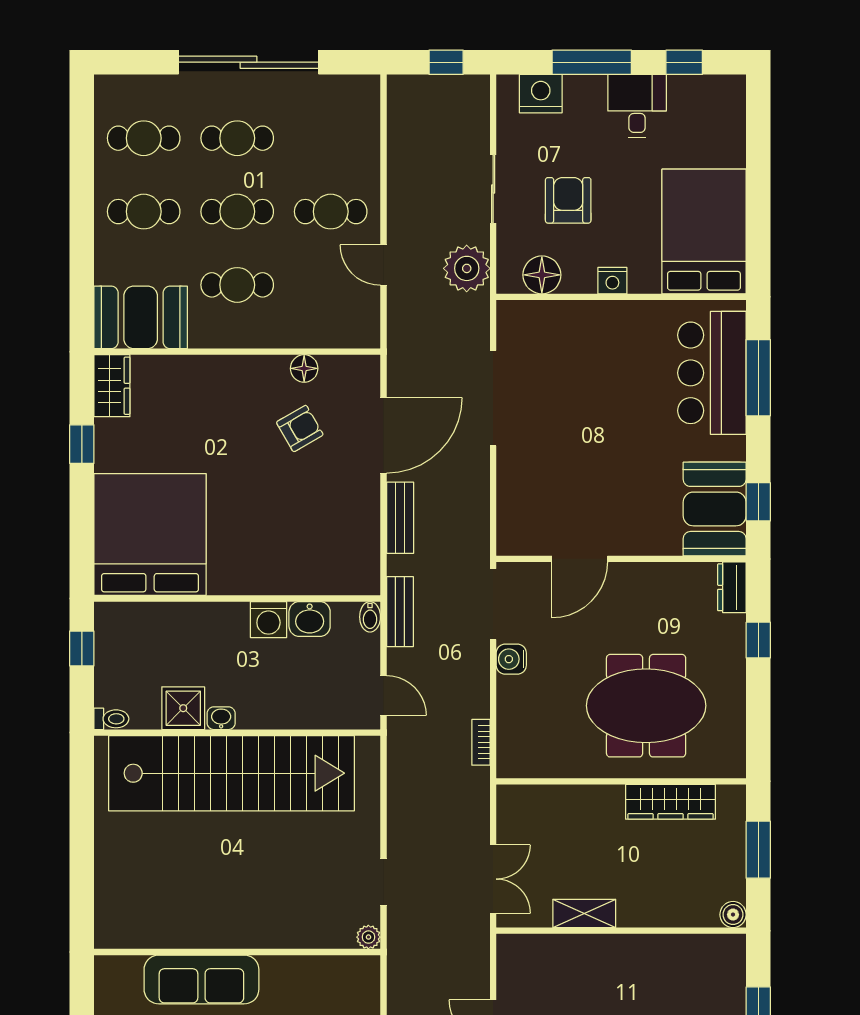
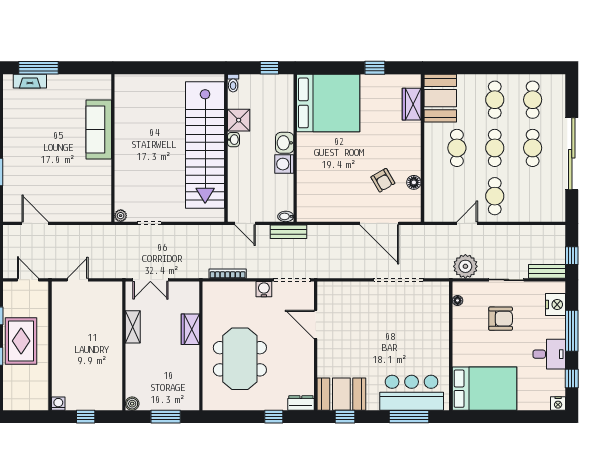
floor lamp: (542, 275) -> (458, 300), width x0.53, depth x0.53
nightstand: (612, 281) -> (558, 404), moved, turned -90
wardrobe: (112, 386) -> (412, 104), moved, turned 90
bench: (400, 518) -> (547, 271), moved
washbasin: (310, 619) -> (285, 143), moved
door: (383, 696) -> (245, 223), hinge flipped
bookcase: (481, 742) -> (228, 274), width x1.56
wardrobe: (671, 802) -> (190, 329), moved, width x0.67

